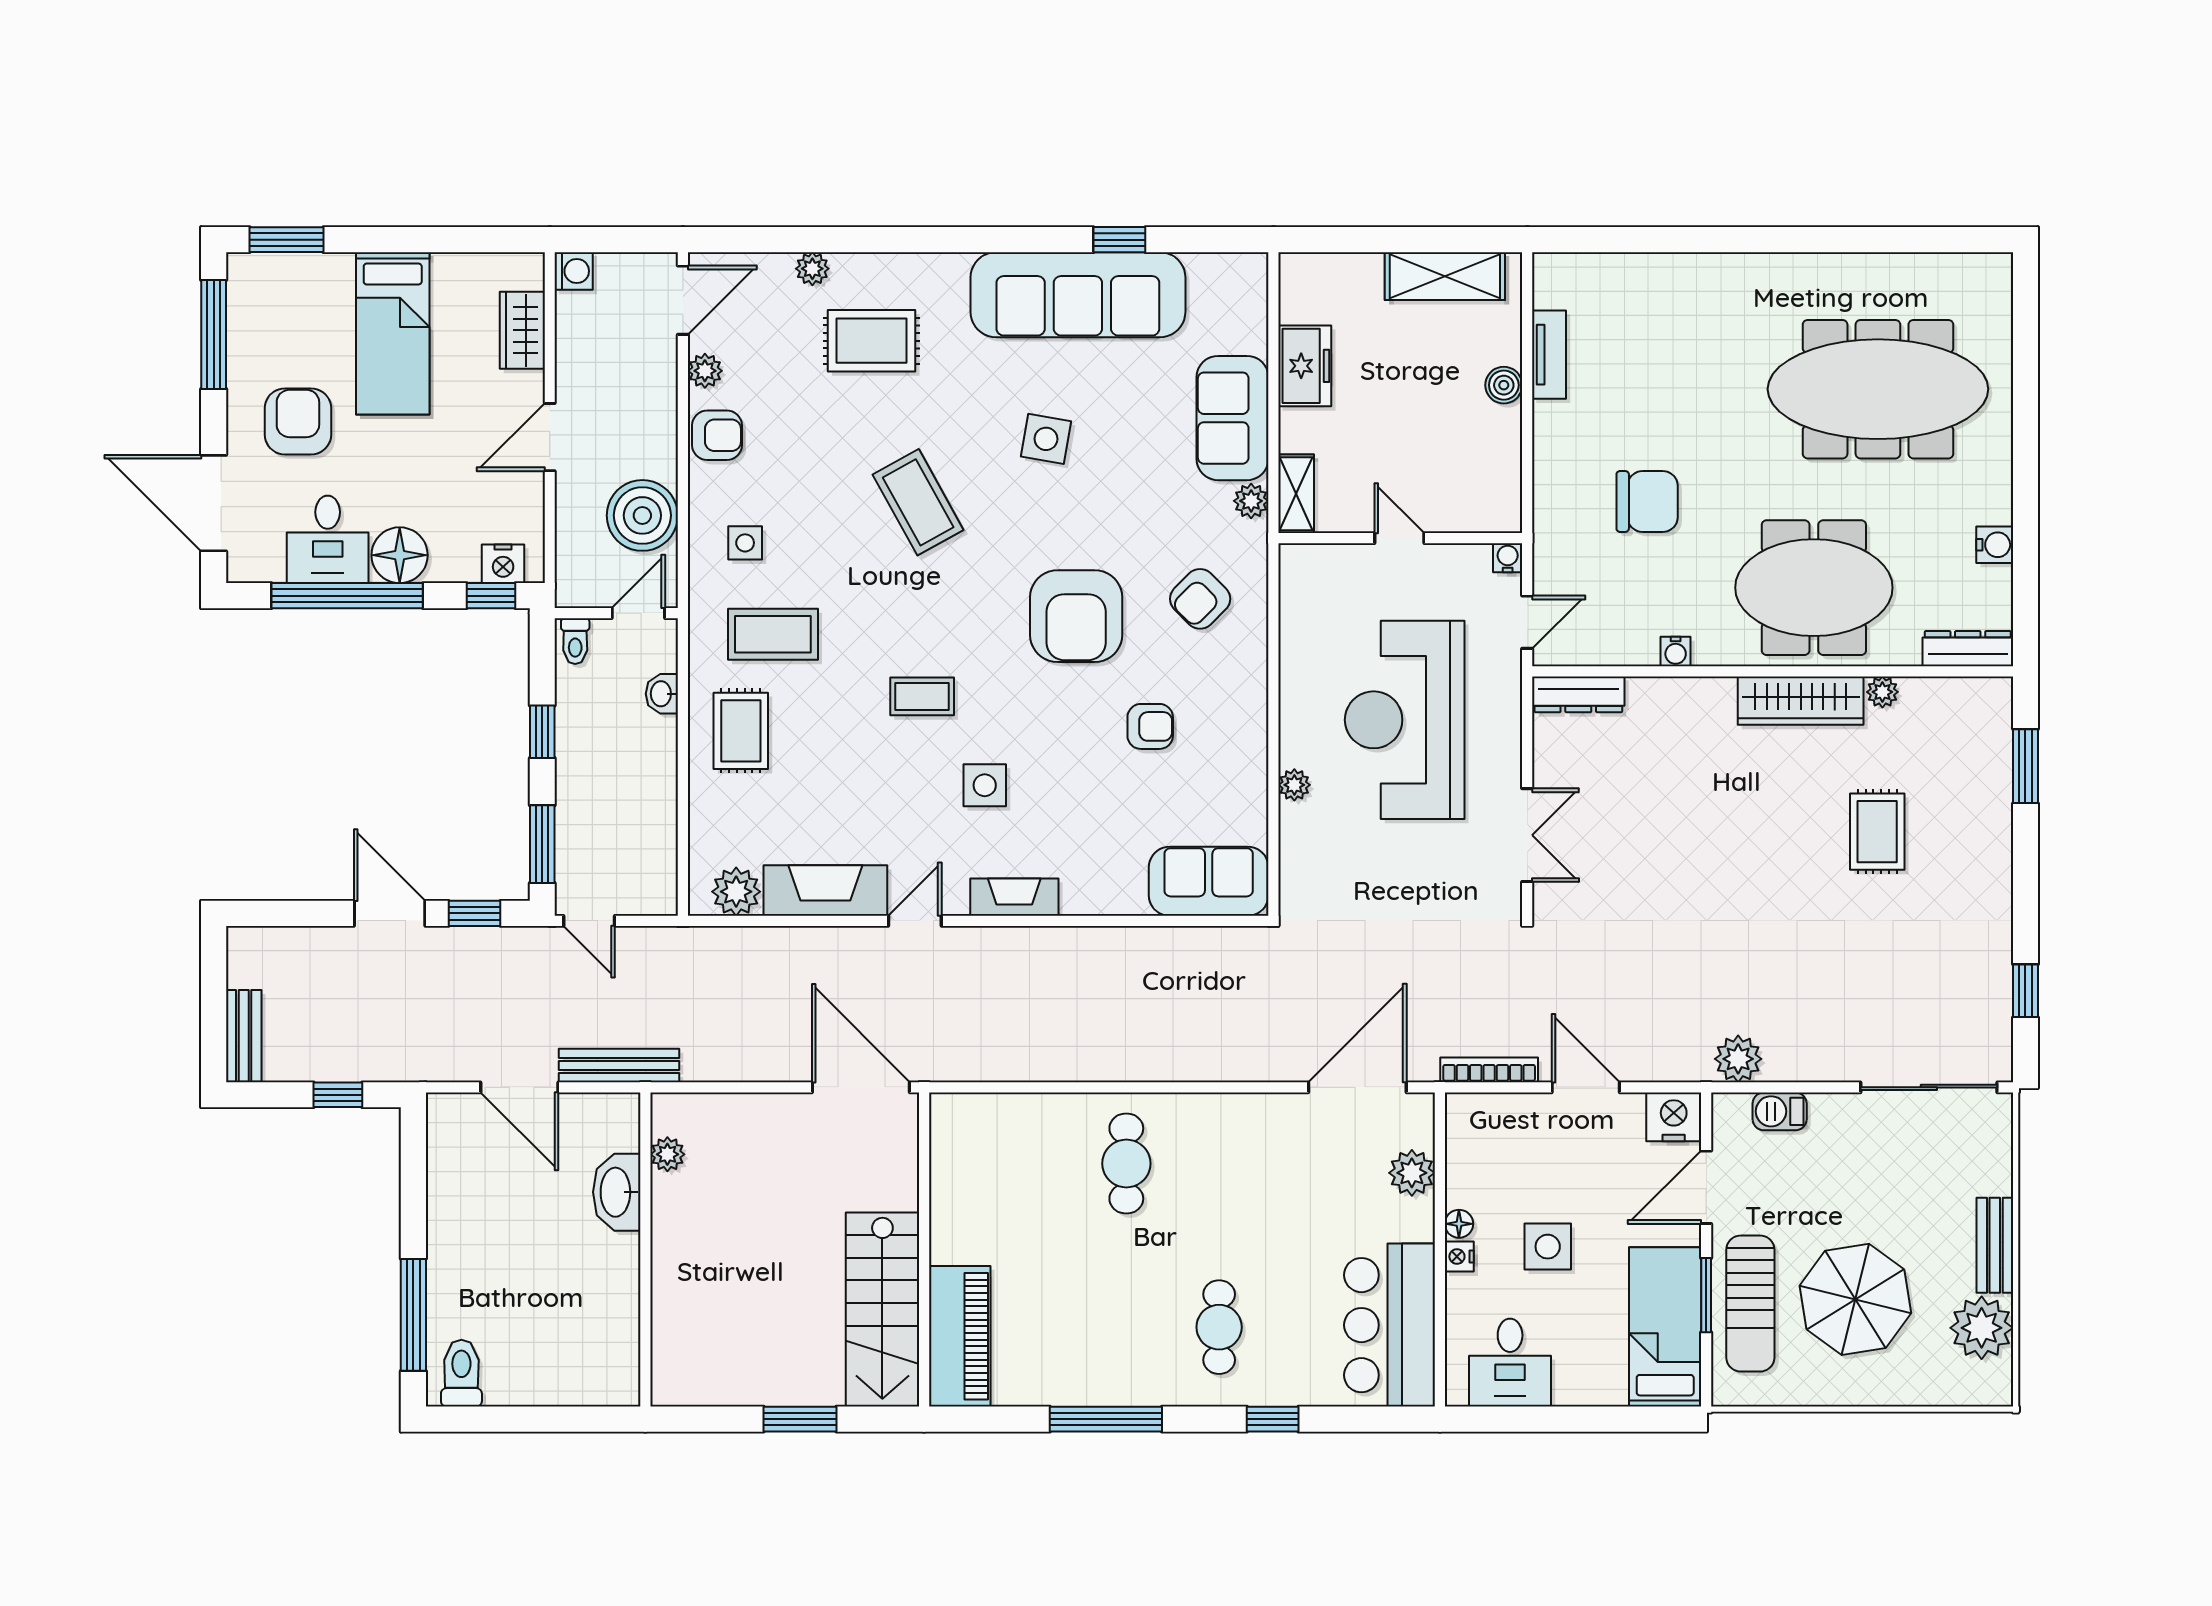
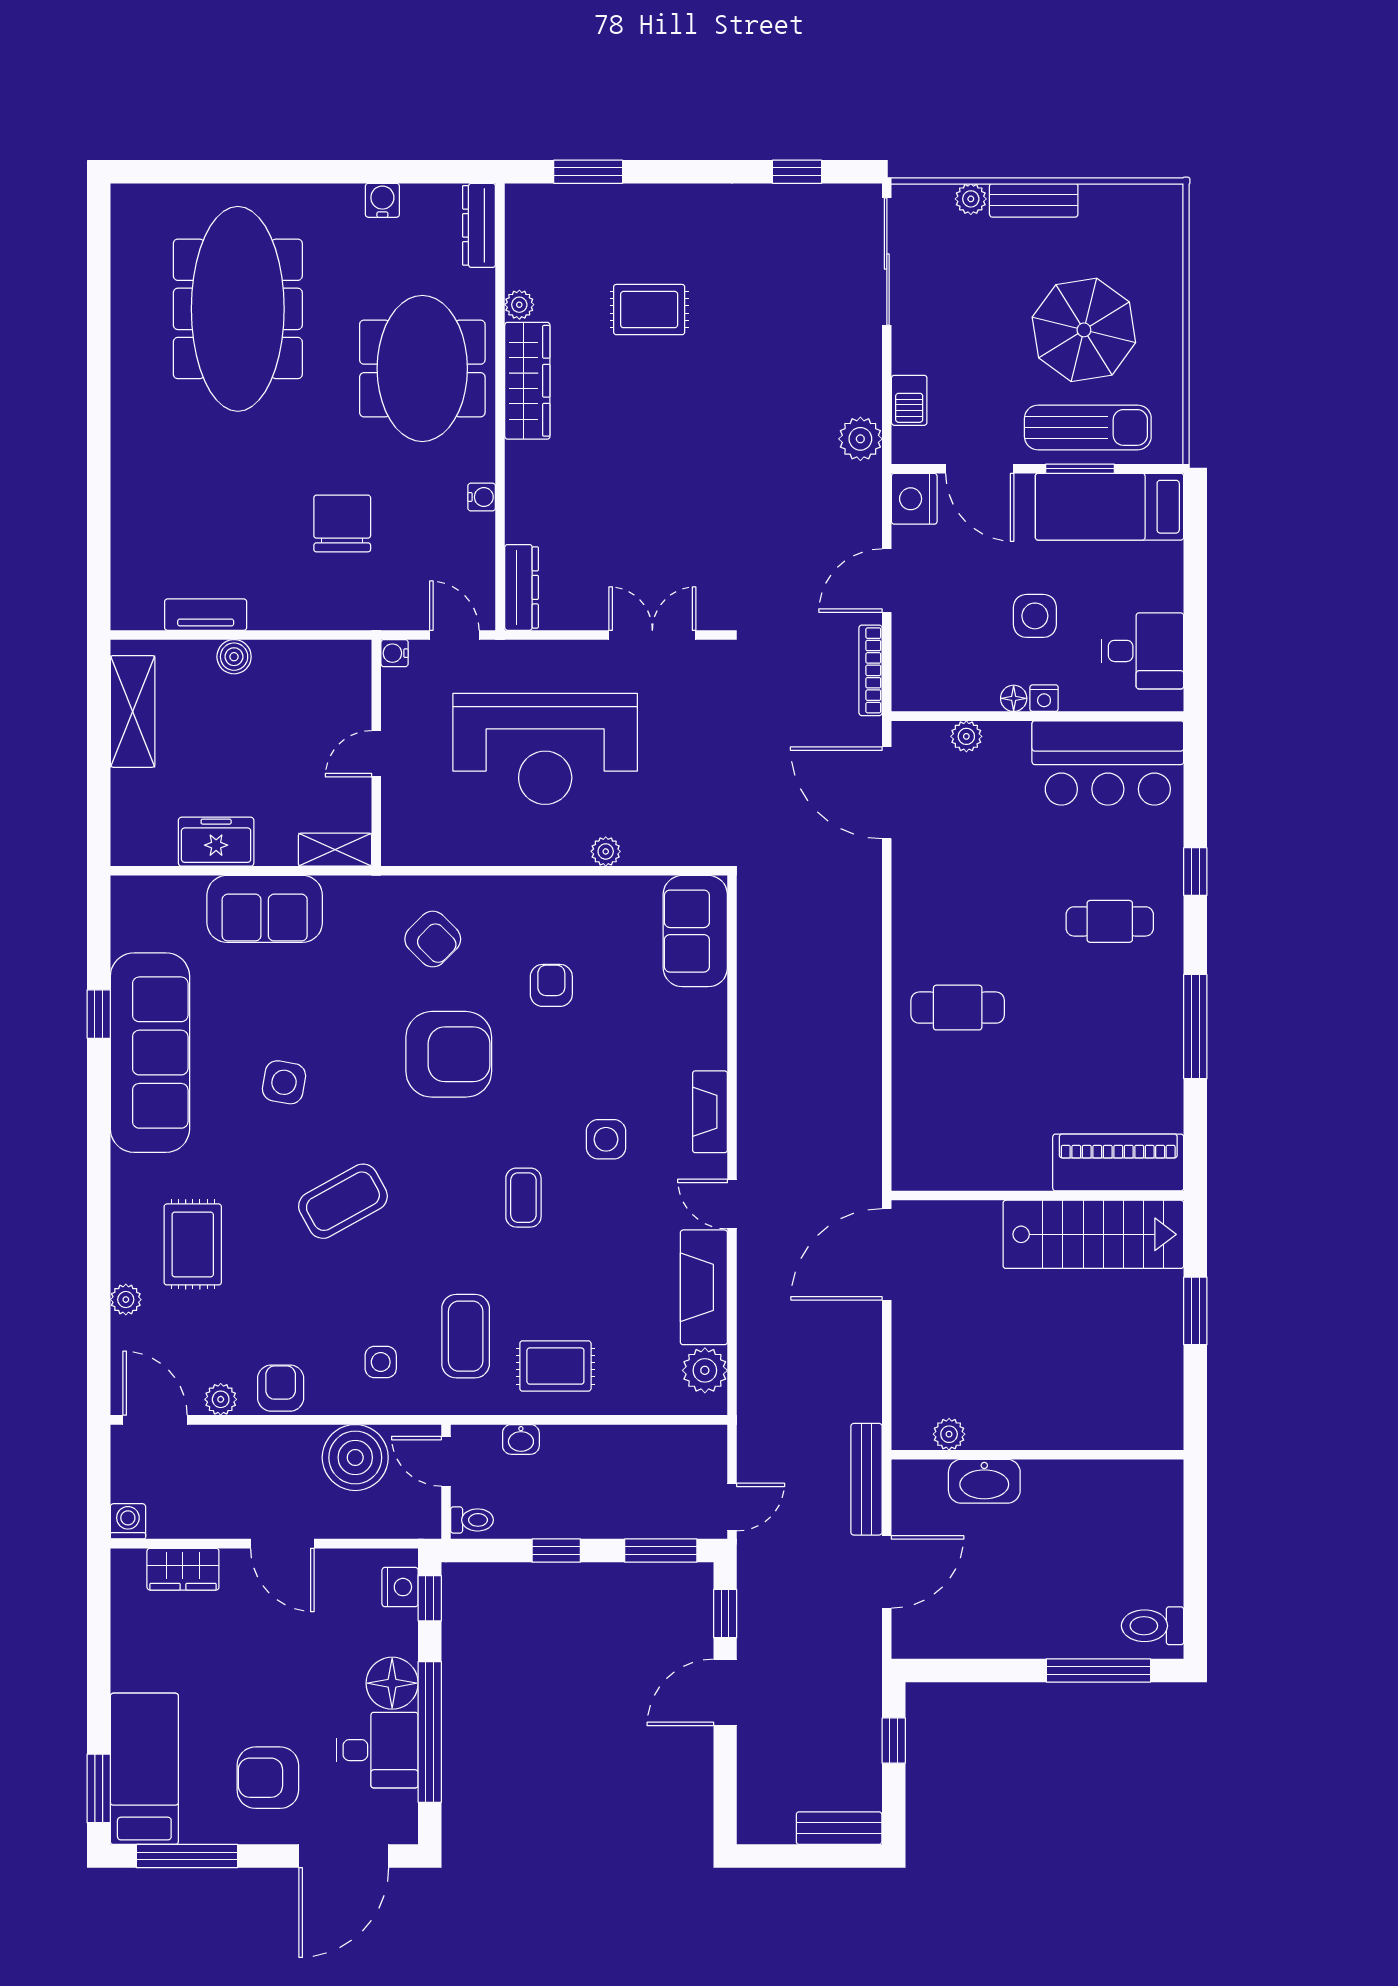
bed: (393, 333) -> (144, 1769), moved, turned -90
plant: (1251, 501) -> (342, 892), removed
plant: (1412, 1173) -> (966, 736), width x0.73, depth x0.73
plant: (1982, 1328) -> (971, 199), moved, width x0.53, depth x0.53

